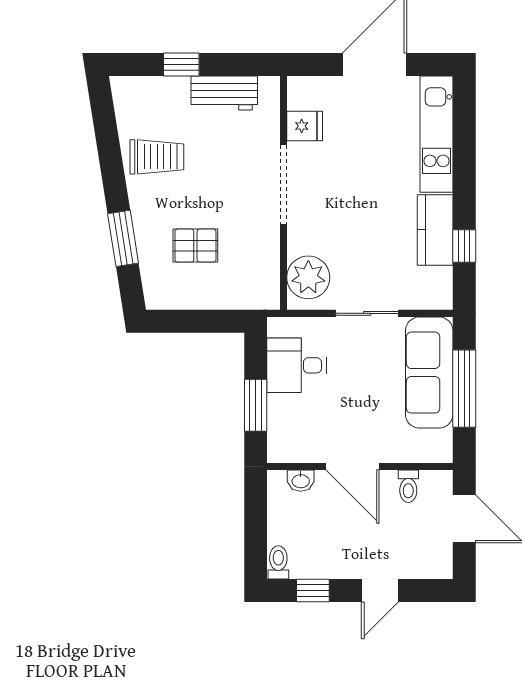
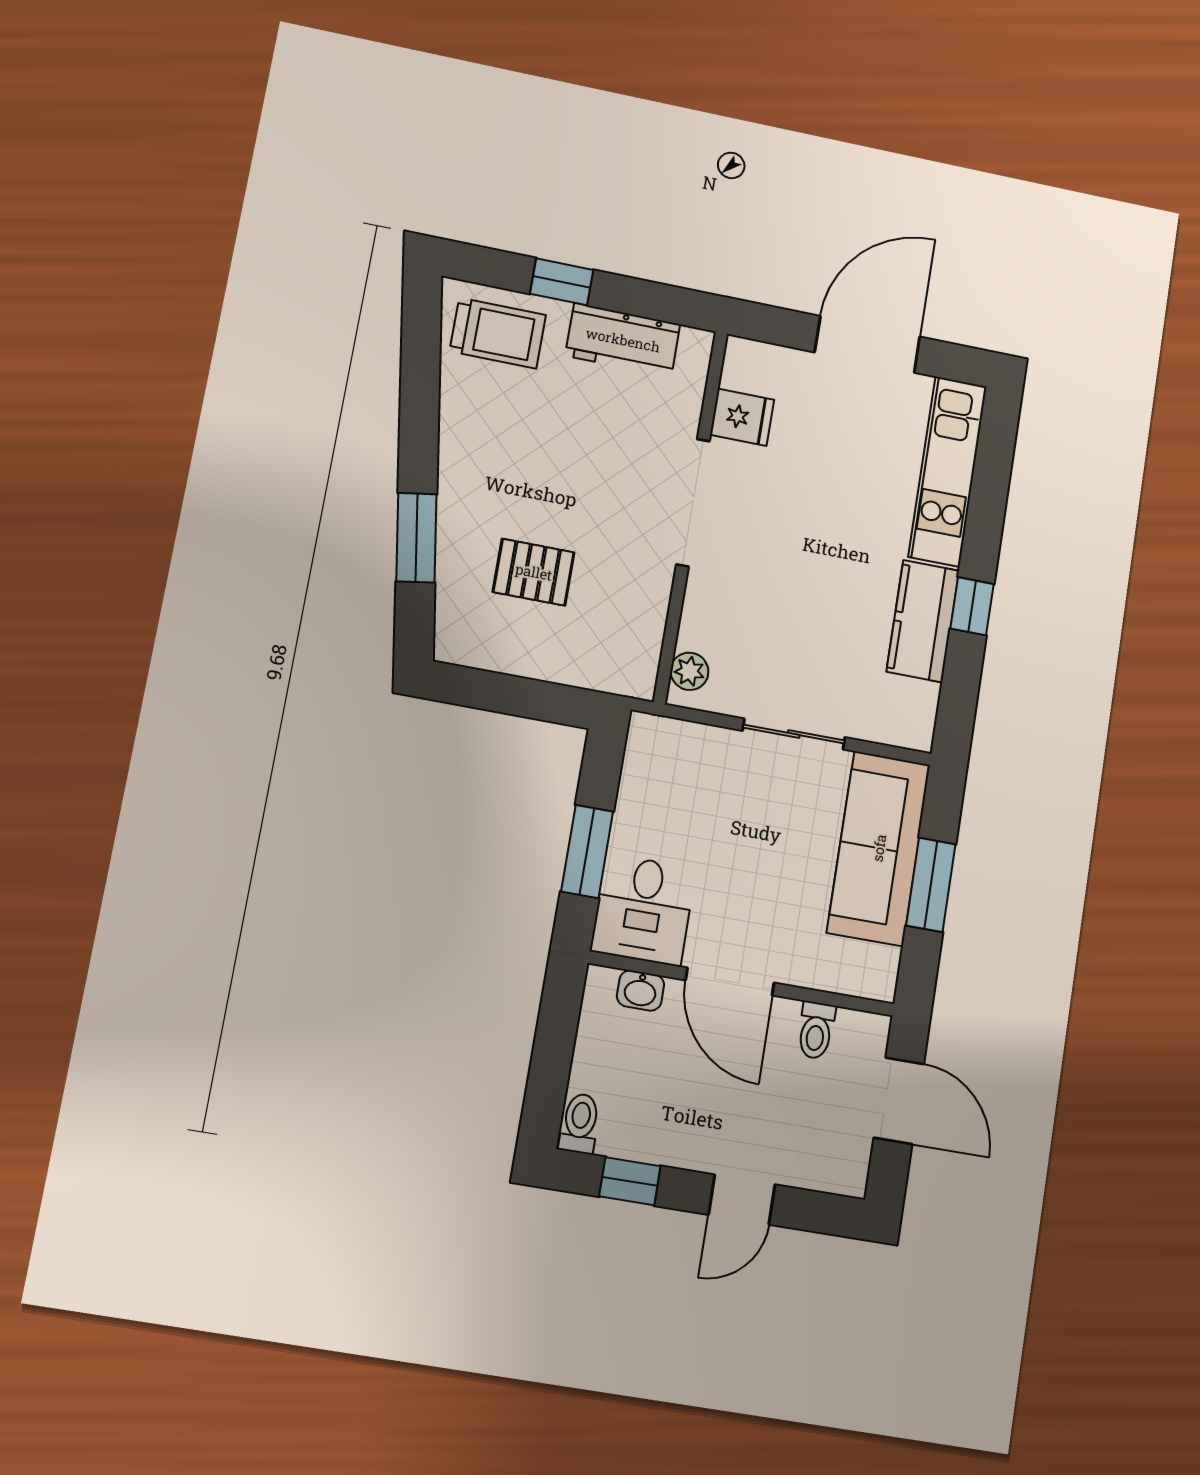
trolley: (157, 157) -> (498, 333), moved
window: (464, 246) -> (972, 606), moved
plant: (308, 277) -> (689, 671), width x0.53, depth x0.53
desk: (297, 365) -> (643, 910), moved, turned -90
window: (464, 389) -> (931, 885), width x0.69

